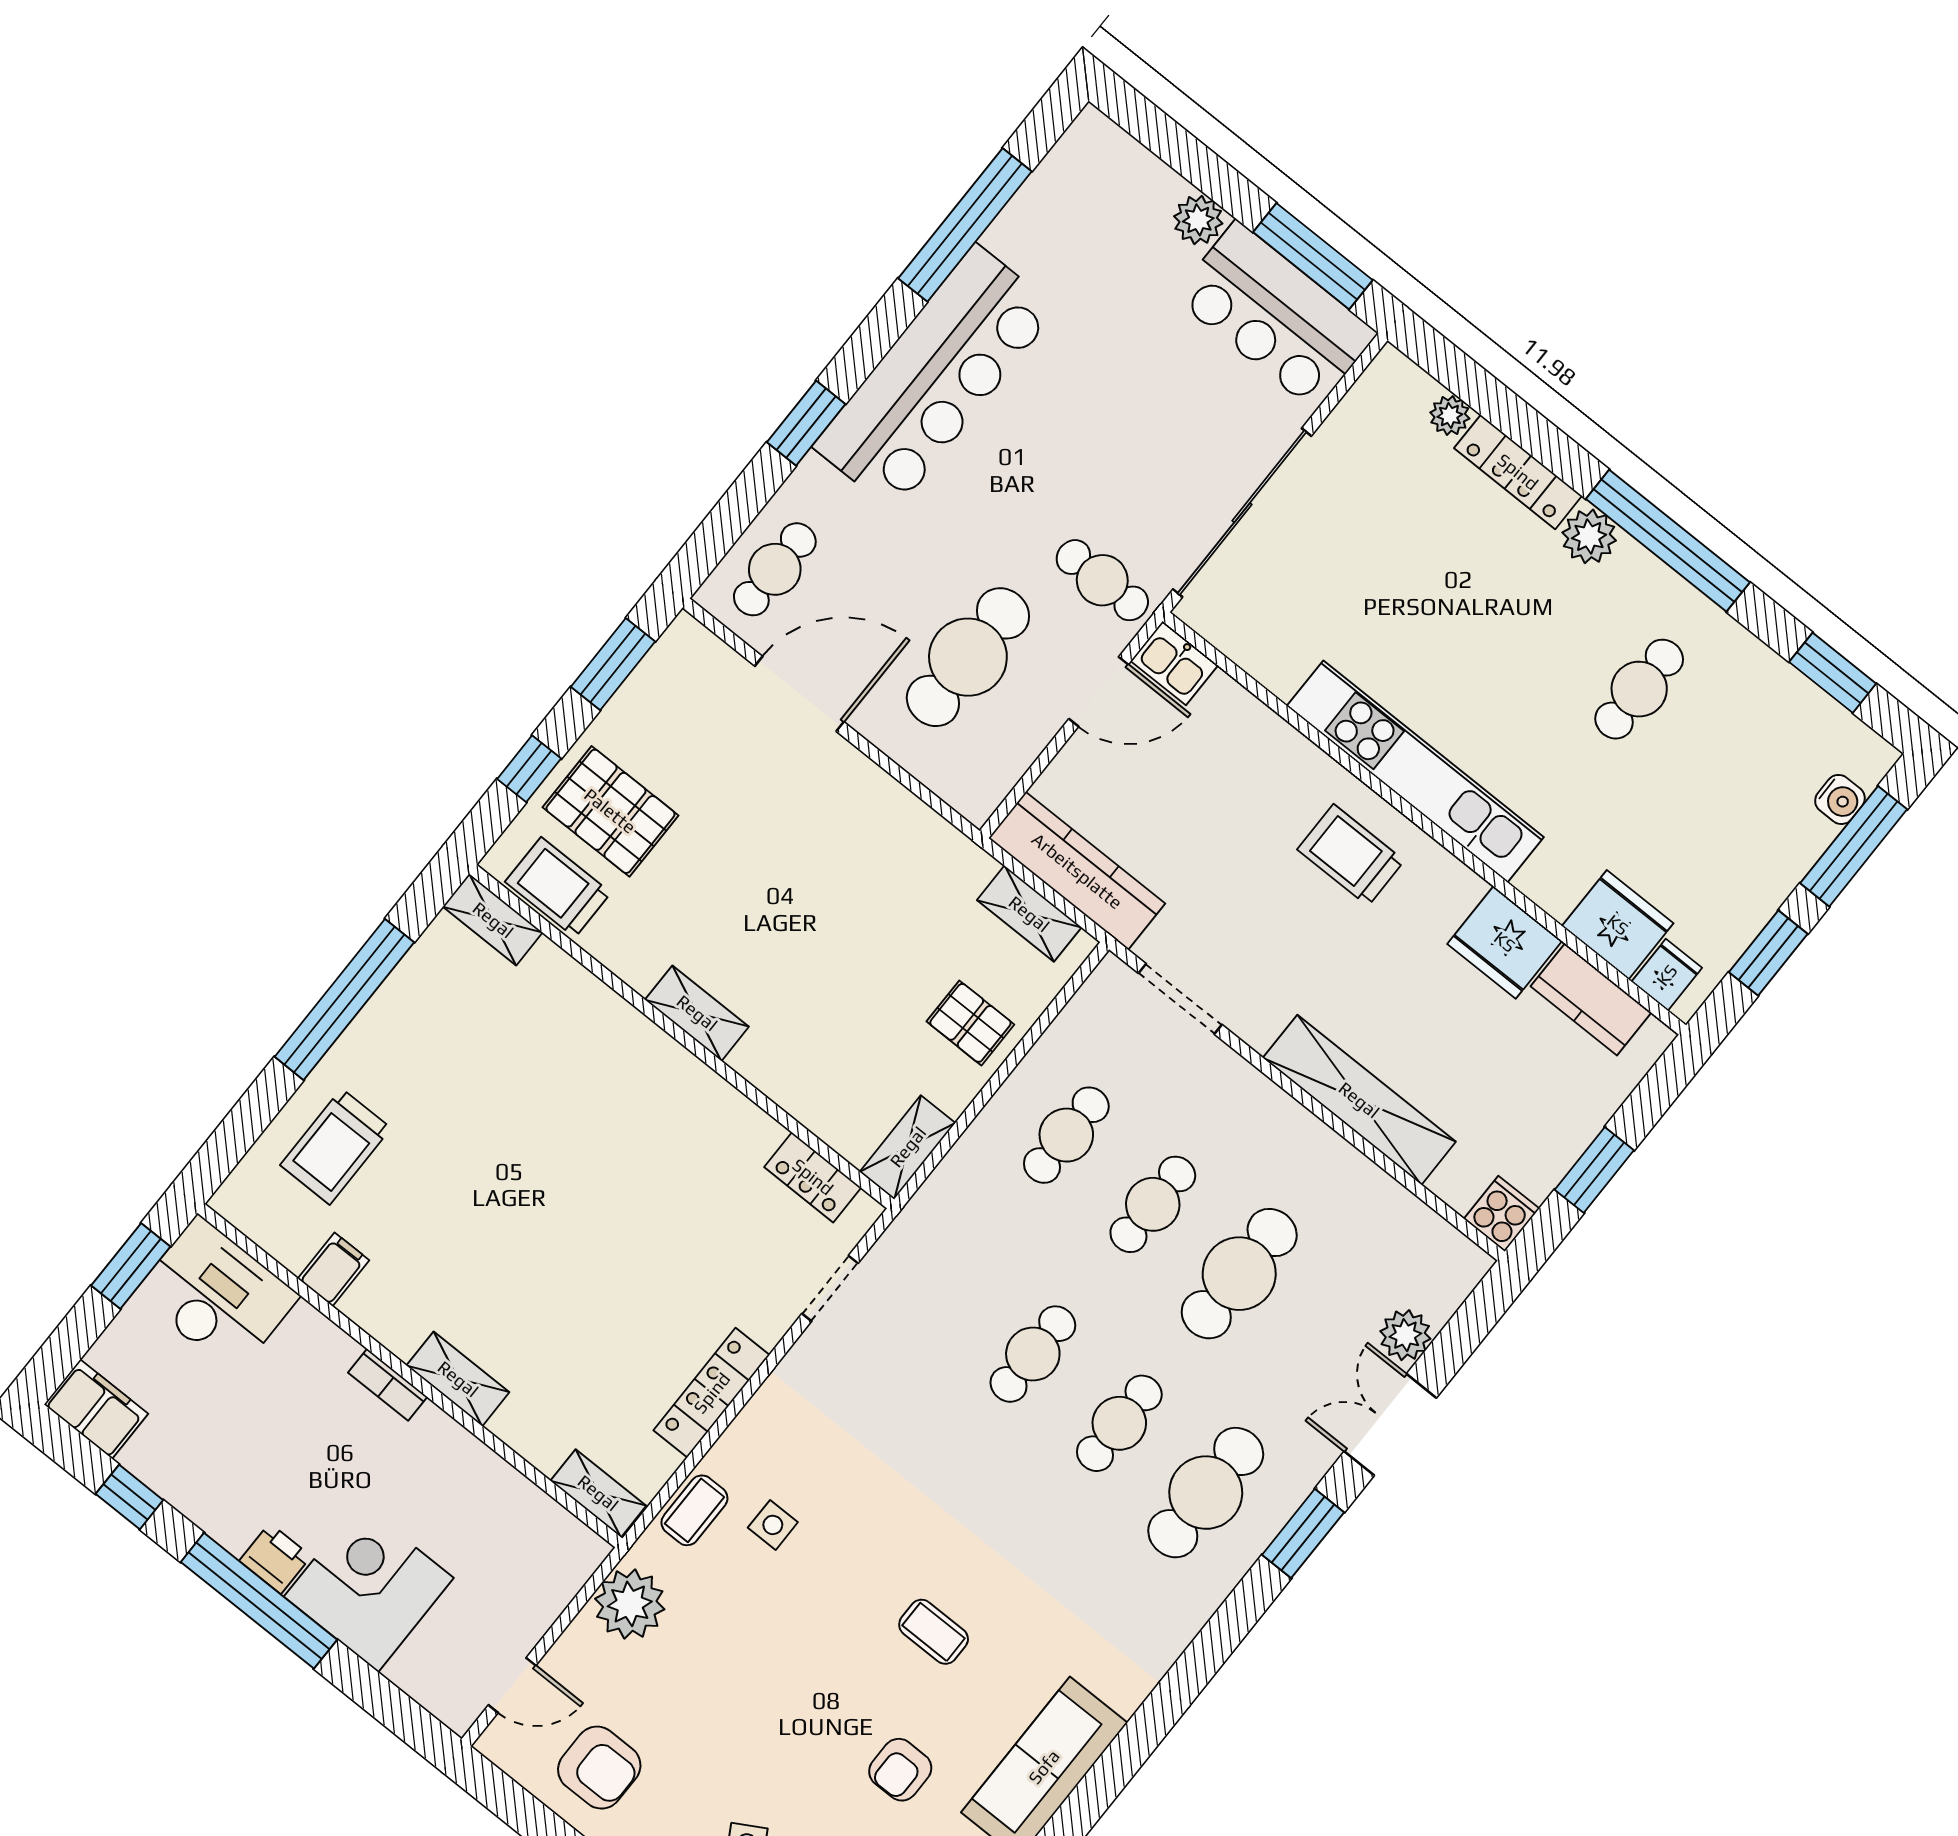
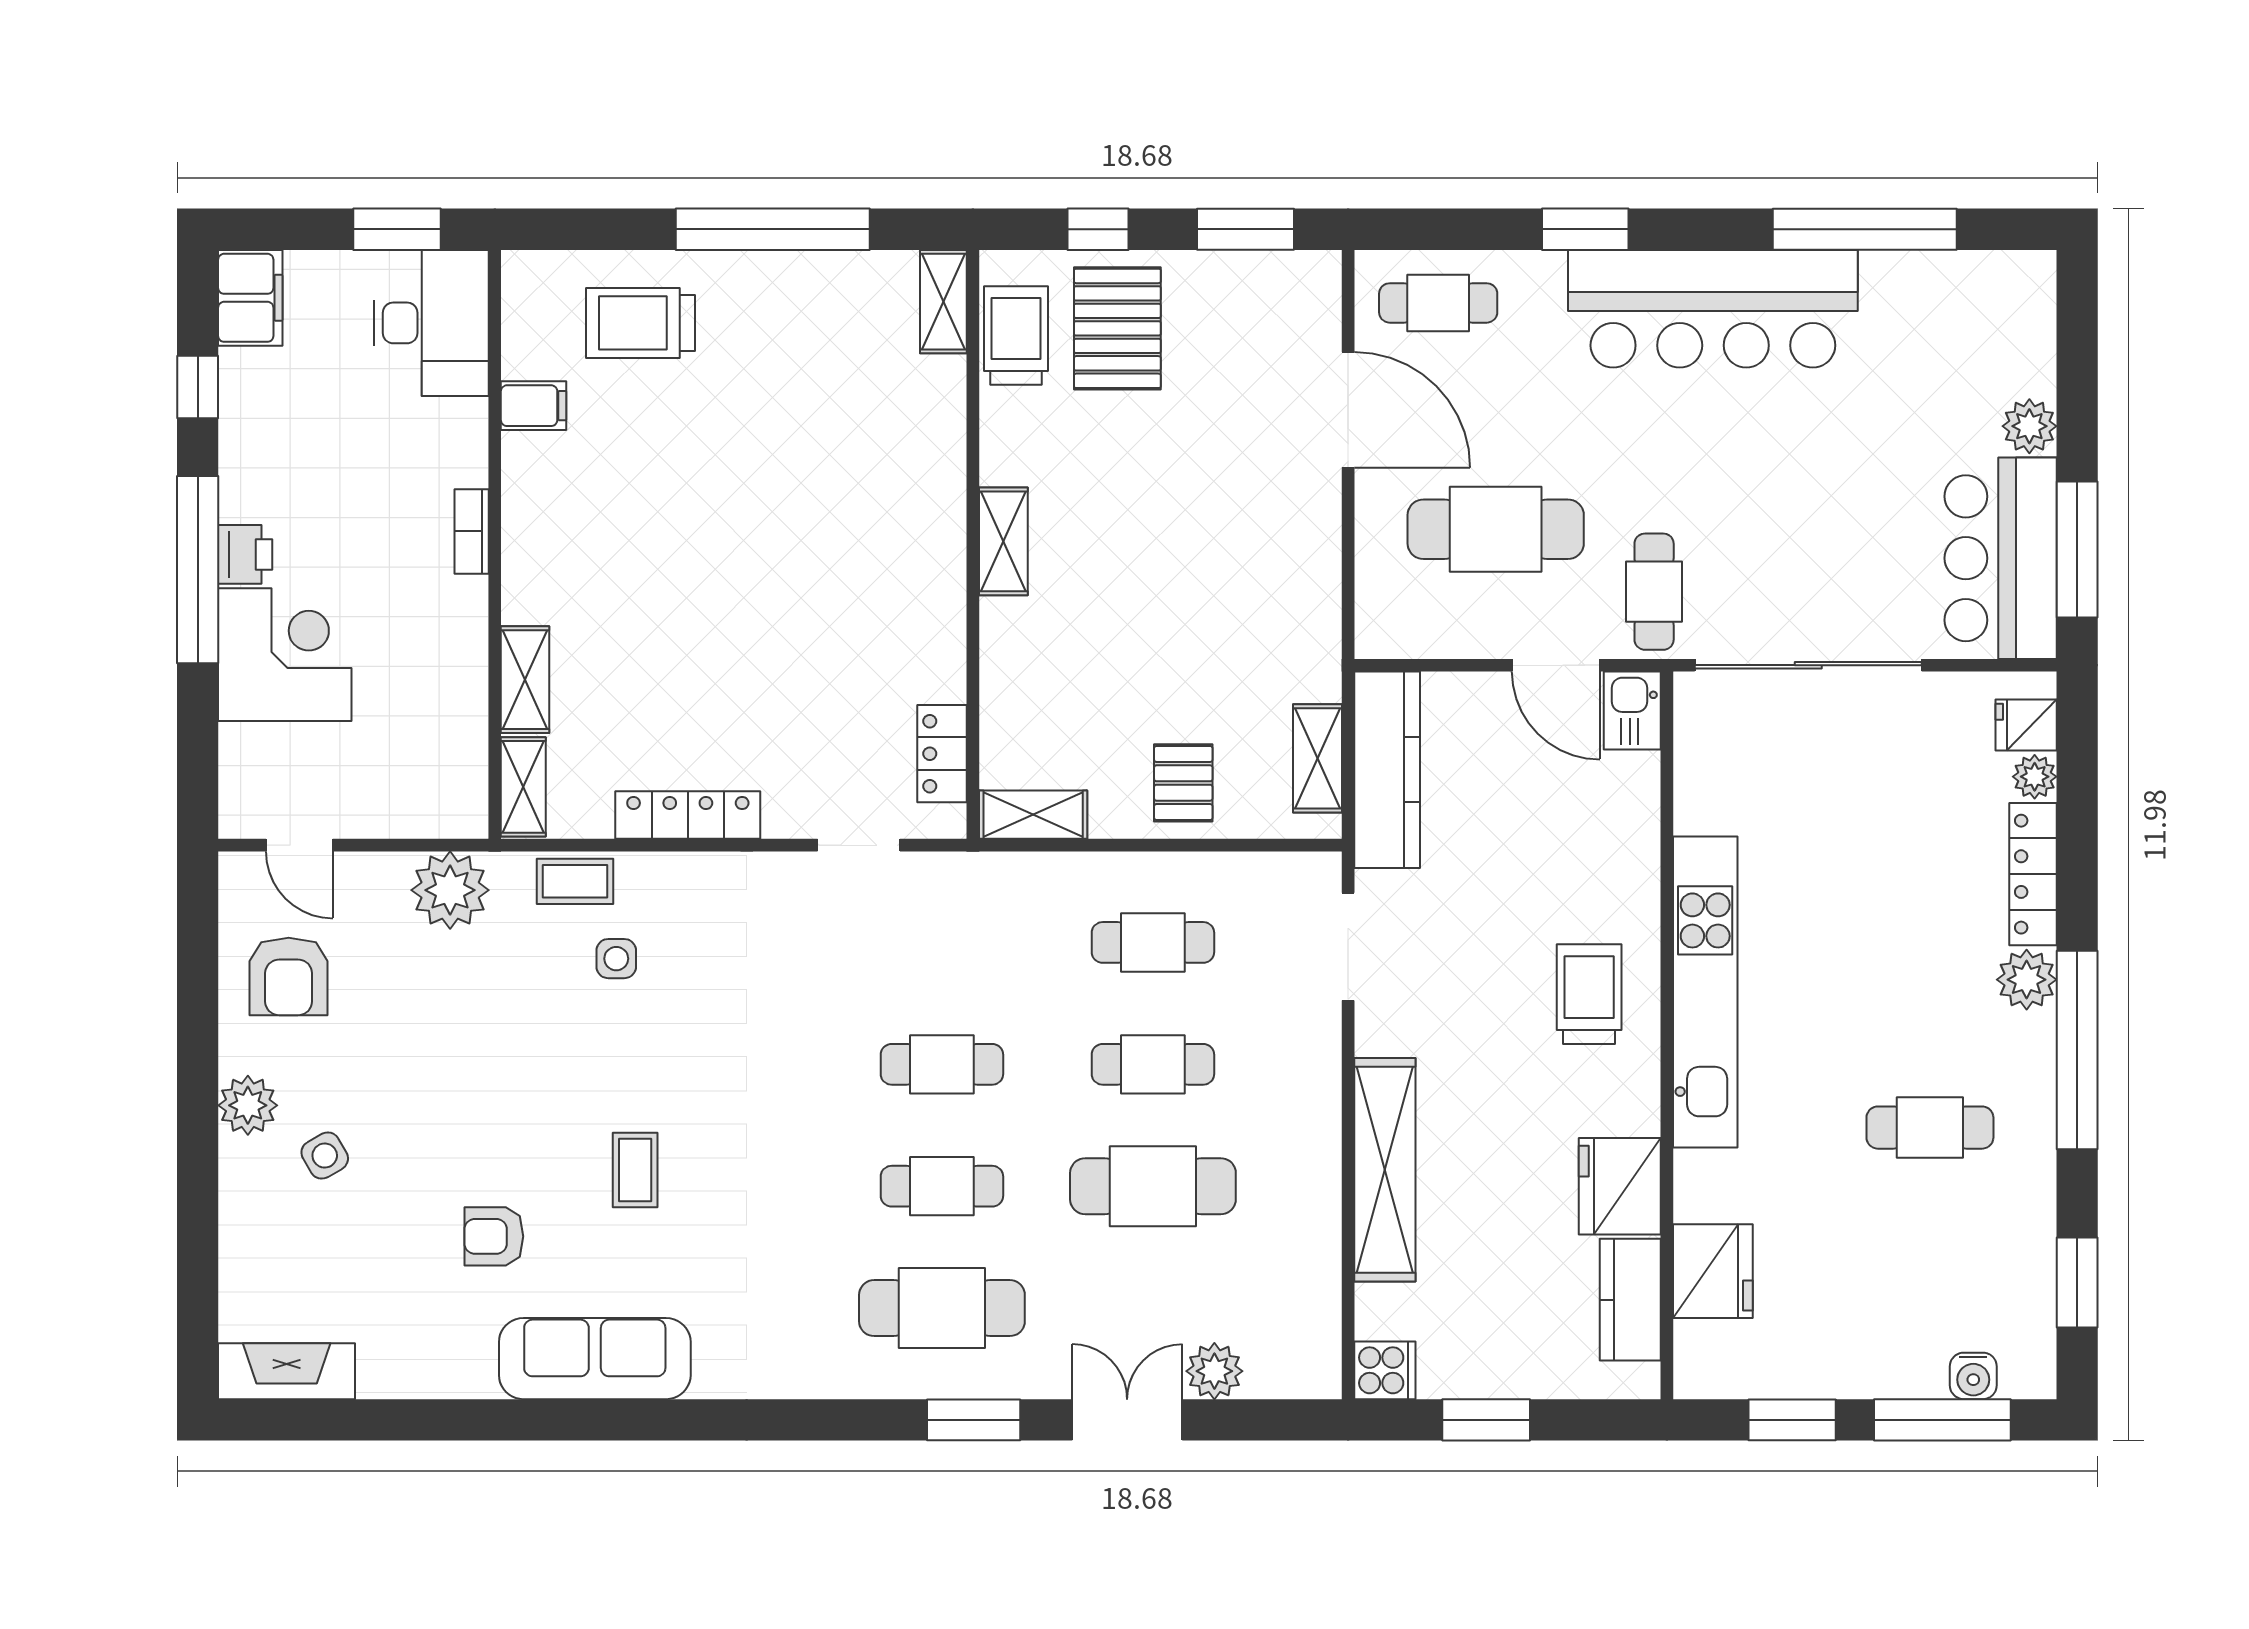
fridge: (1667, 975) -> (2026, 725), moved, turned 180
shelving: (458, 1379) -> (525, 680), moved

